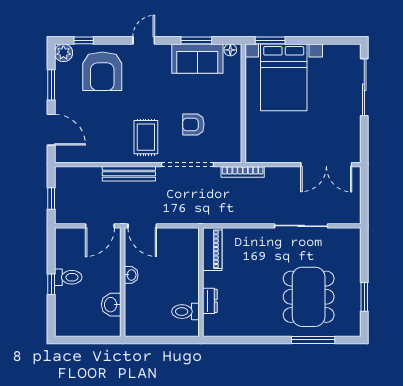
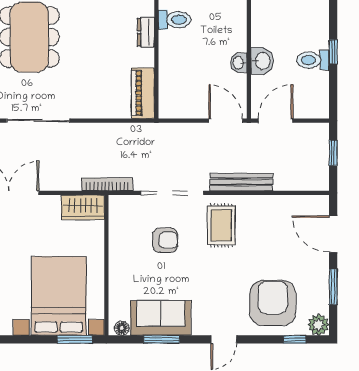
wardrobe: (263, 152) -> (83, 207), added
washbasin: (111, 305) -> (262, 61), moved

